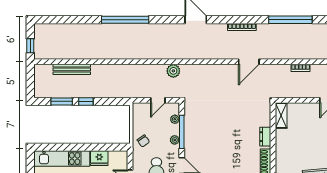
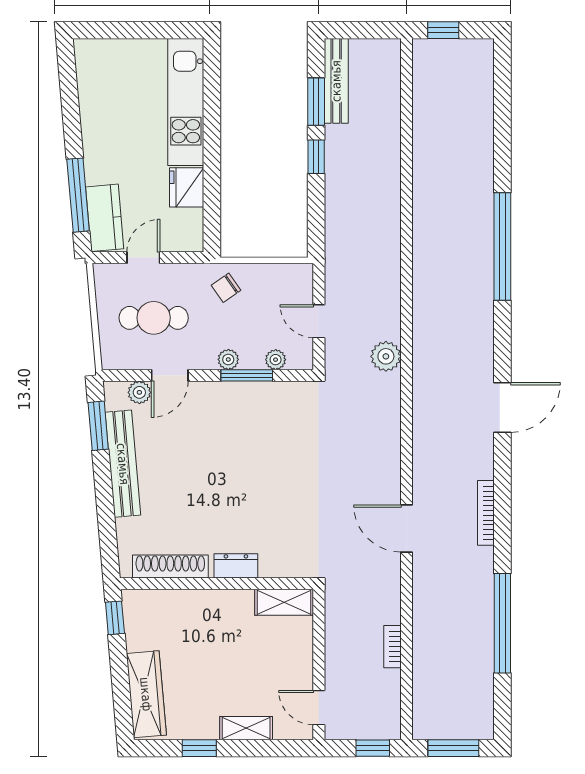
bench: (72, 69) -> (336, 81), moved
window: (182, 132) -> (247, 375), width x0.69

